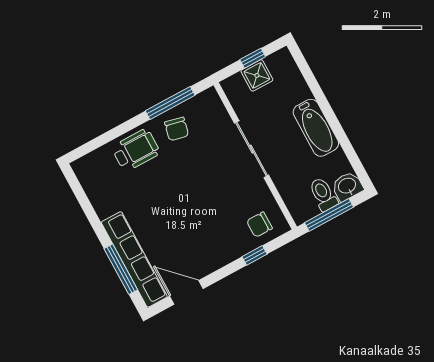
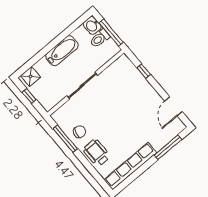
shower: (257, 75) -> (30, 76), moved
chair: (259, 225) -> (125, 72), removed
row of seats: (134, 259) -> (130, 166), moved

